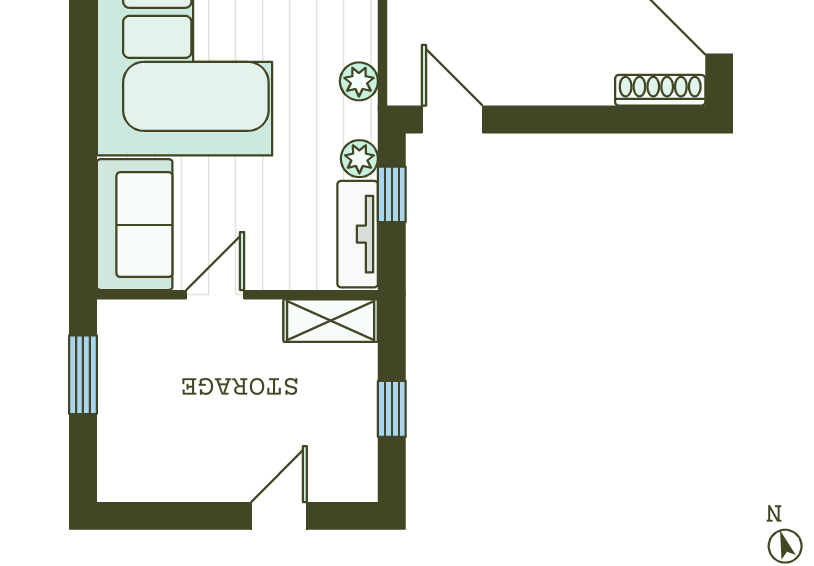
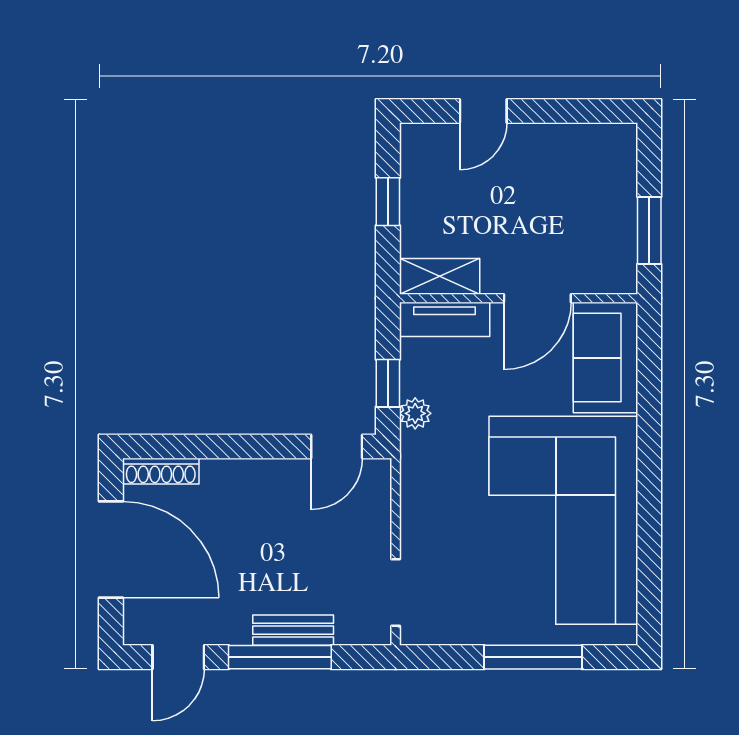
plant: (359, 81) -> (416, 479), removed
door: (452, 119) -> (337, 447), hinge flipped
tv unit: (358, 234) -> (445, 319), moved, turned 90
door: (215, 295) -> (537, 298), width x1.38

